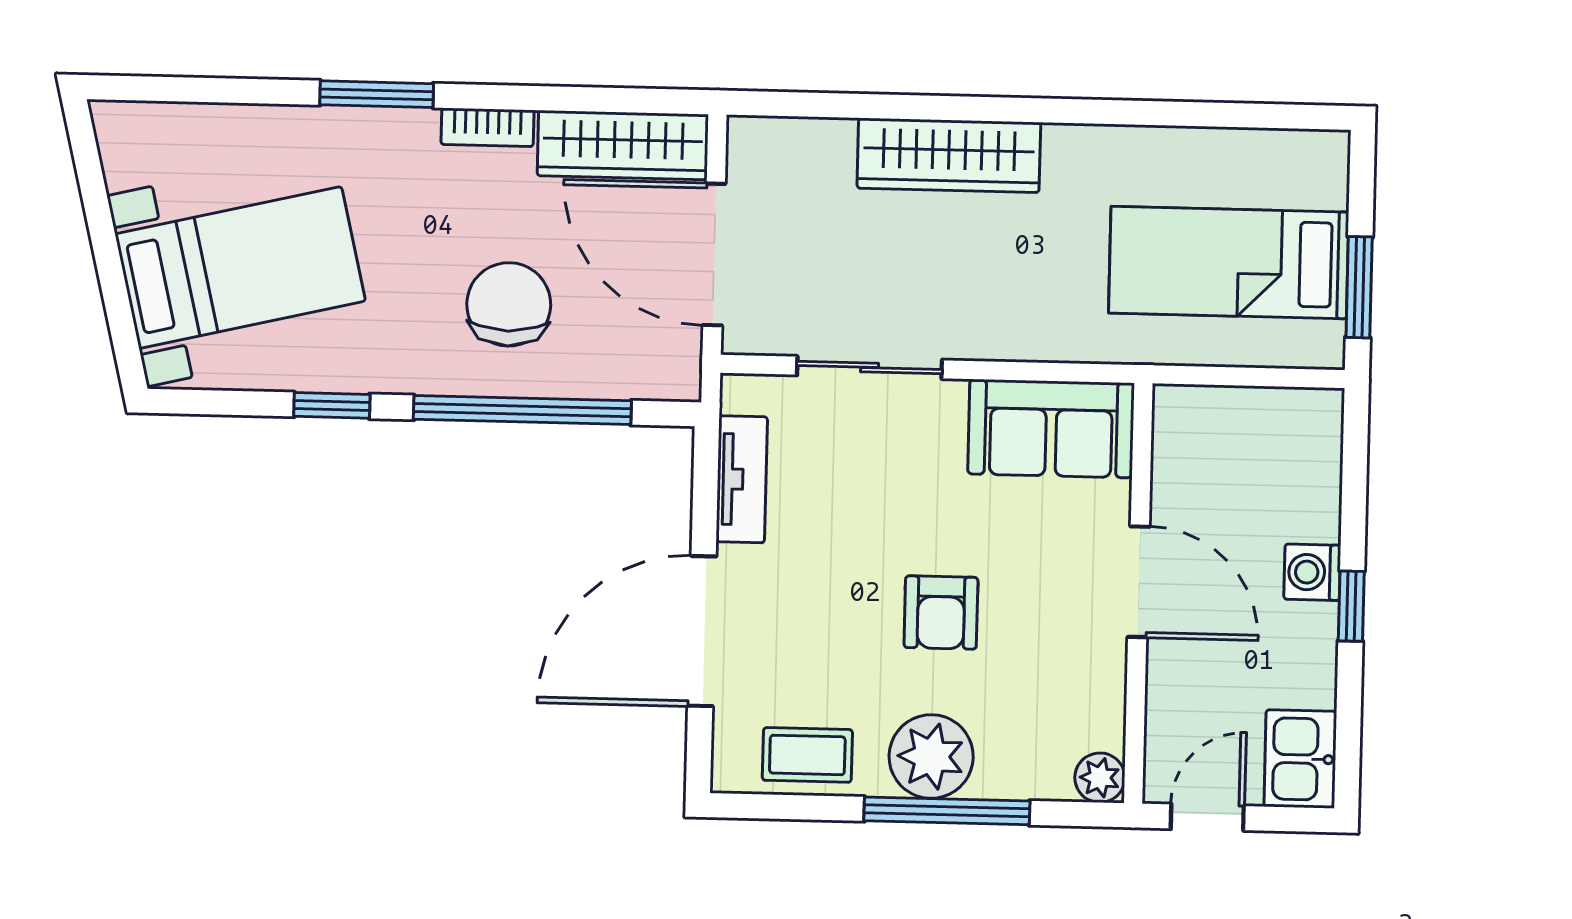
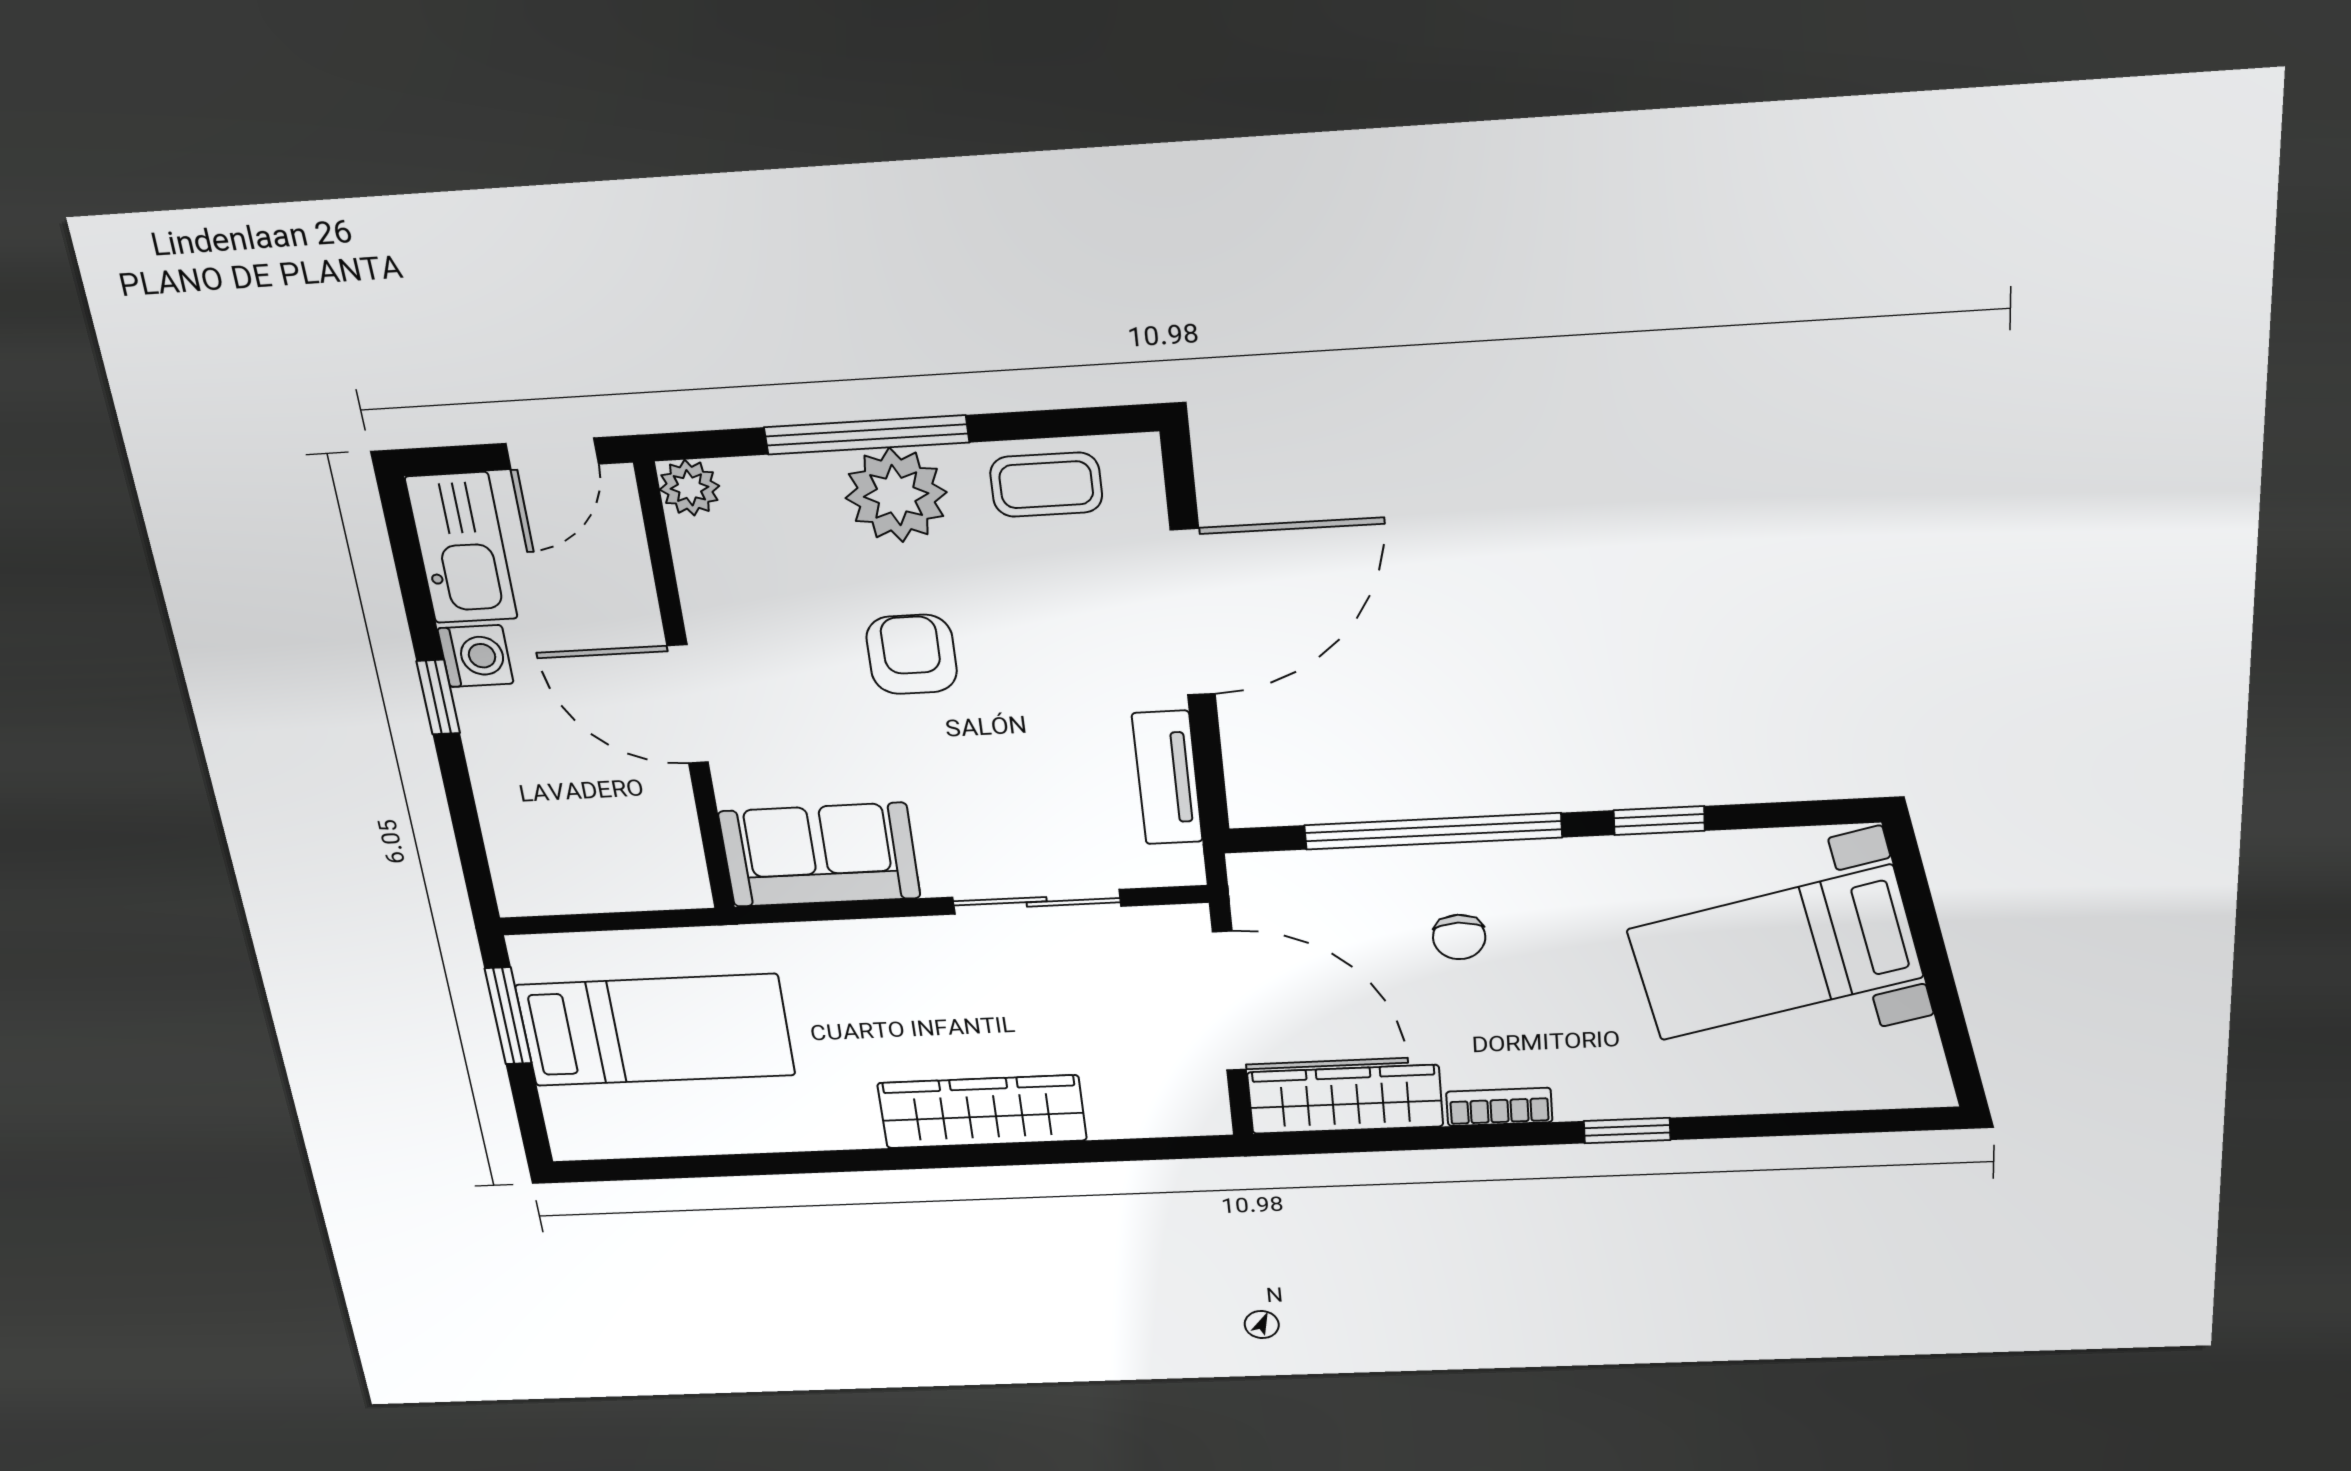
window: (377, 94) -> (1627, 1131), width x0.67
chair: (509, 304) -> (1459, 937), width x0.54, depth x0.54
washing machine: (1312, 572) -> (476, 656), moved
kitchen sink: (1300, 759) -> (462, 548), width x1.38

